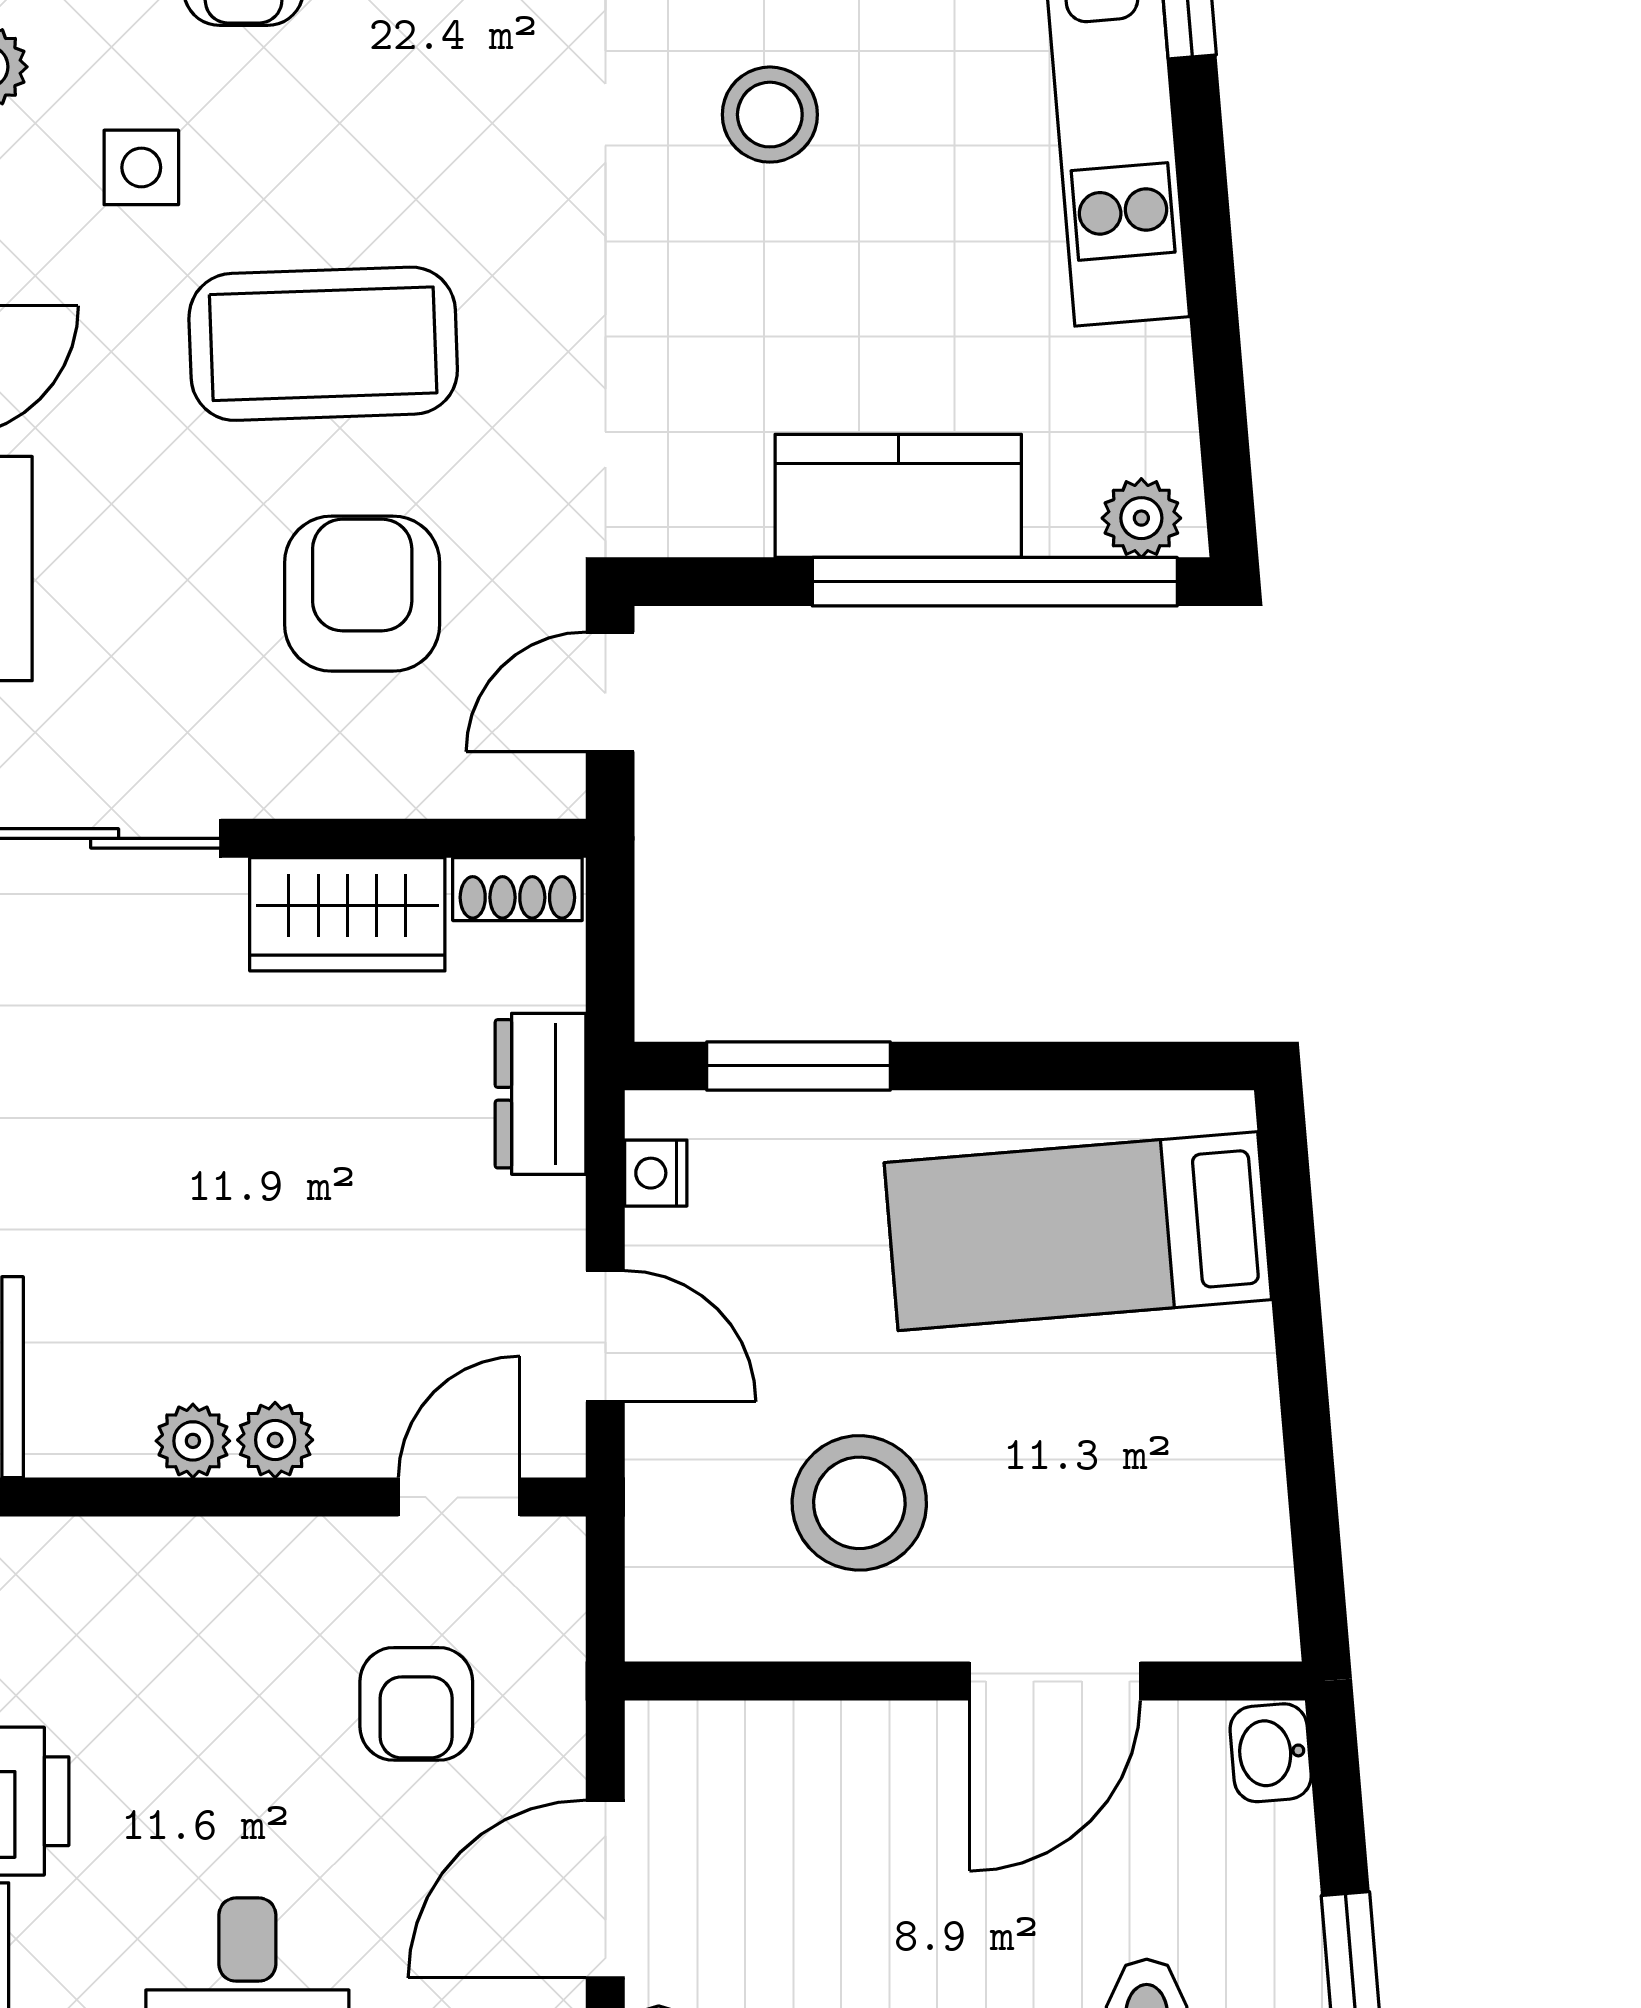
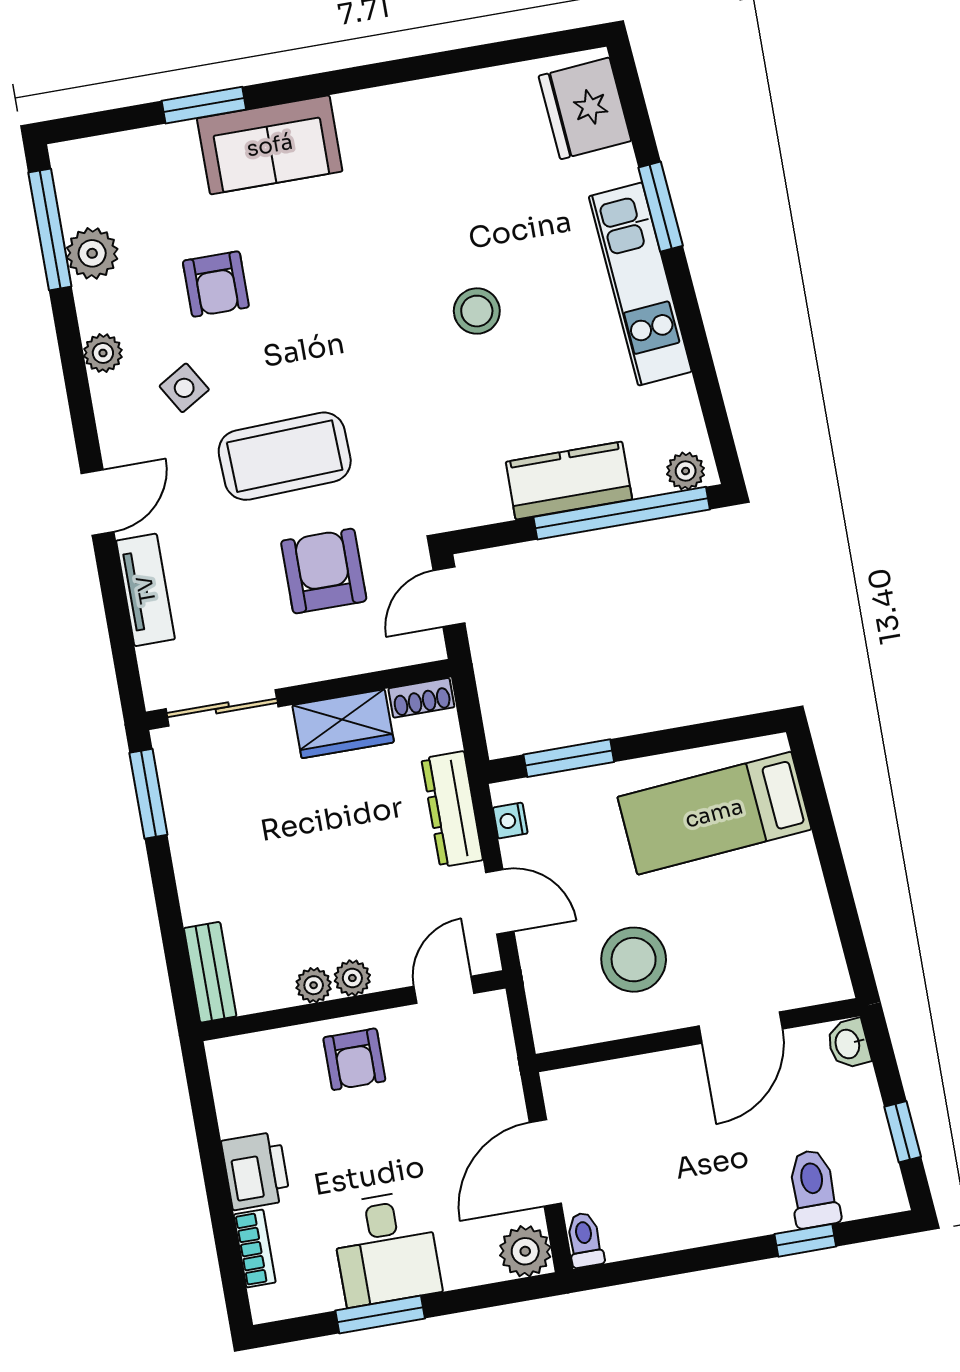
side table: (141, 167) -> (184, 388), turned -31
dresser: (541, 1094) -> (452, 809), width x1.44
armchair: (416, 1704) -> (354, 1059), moved

